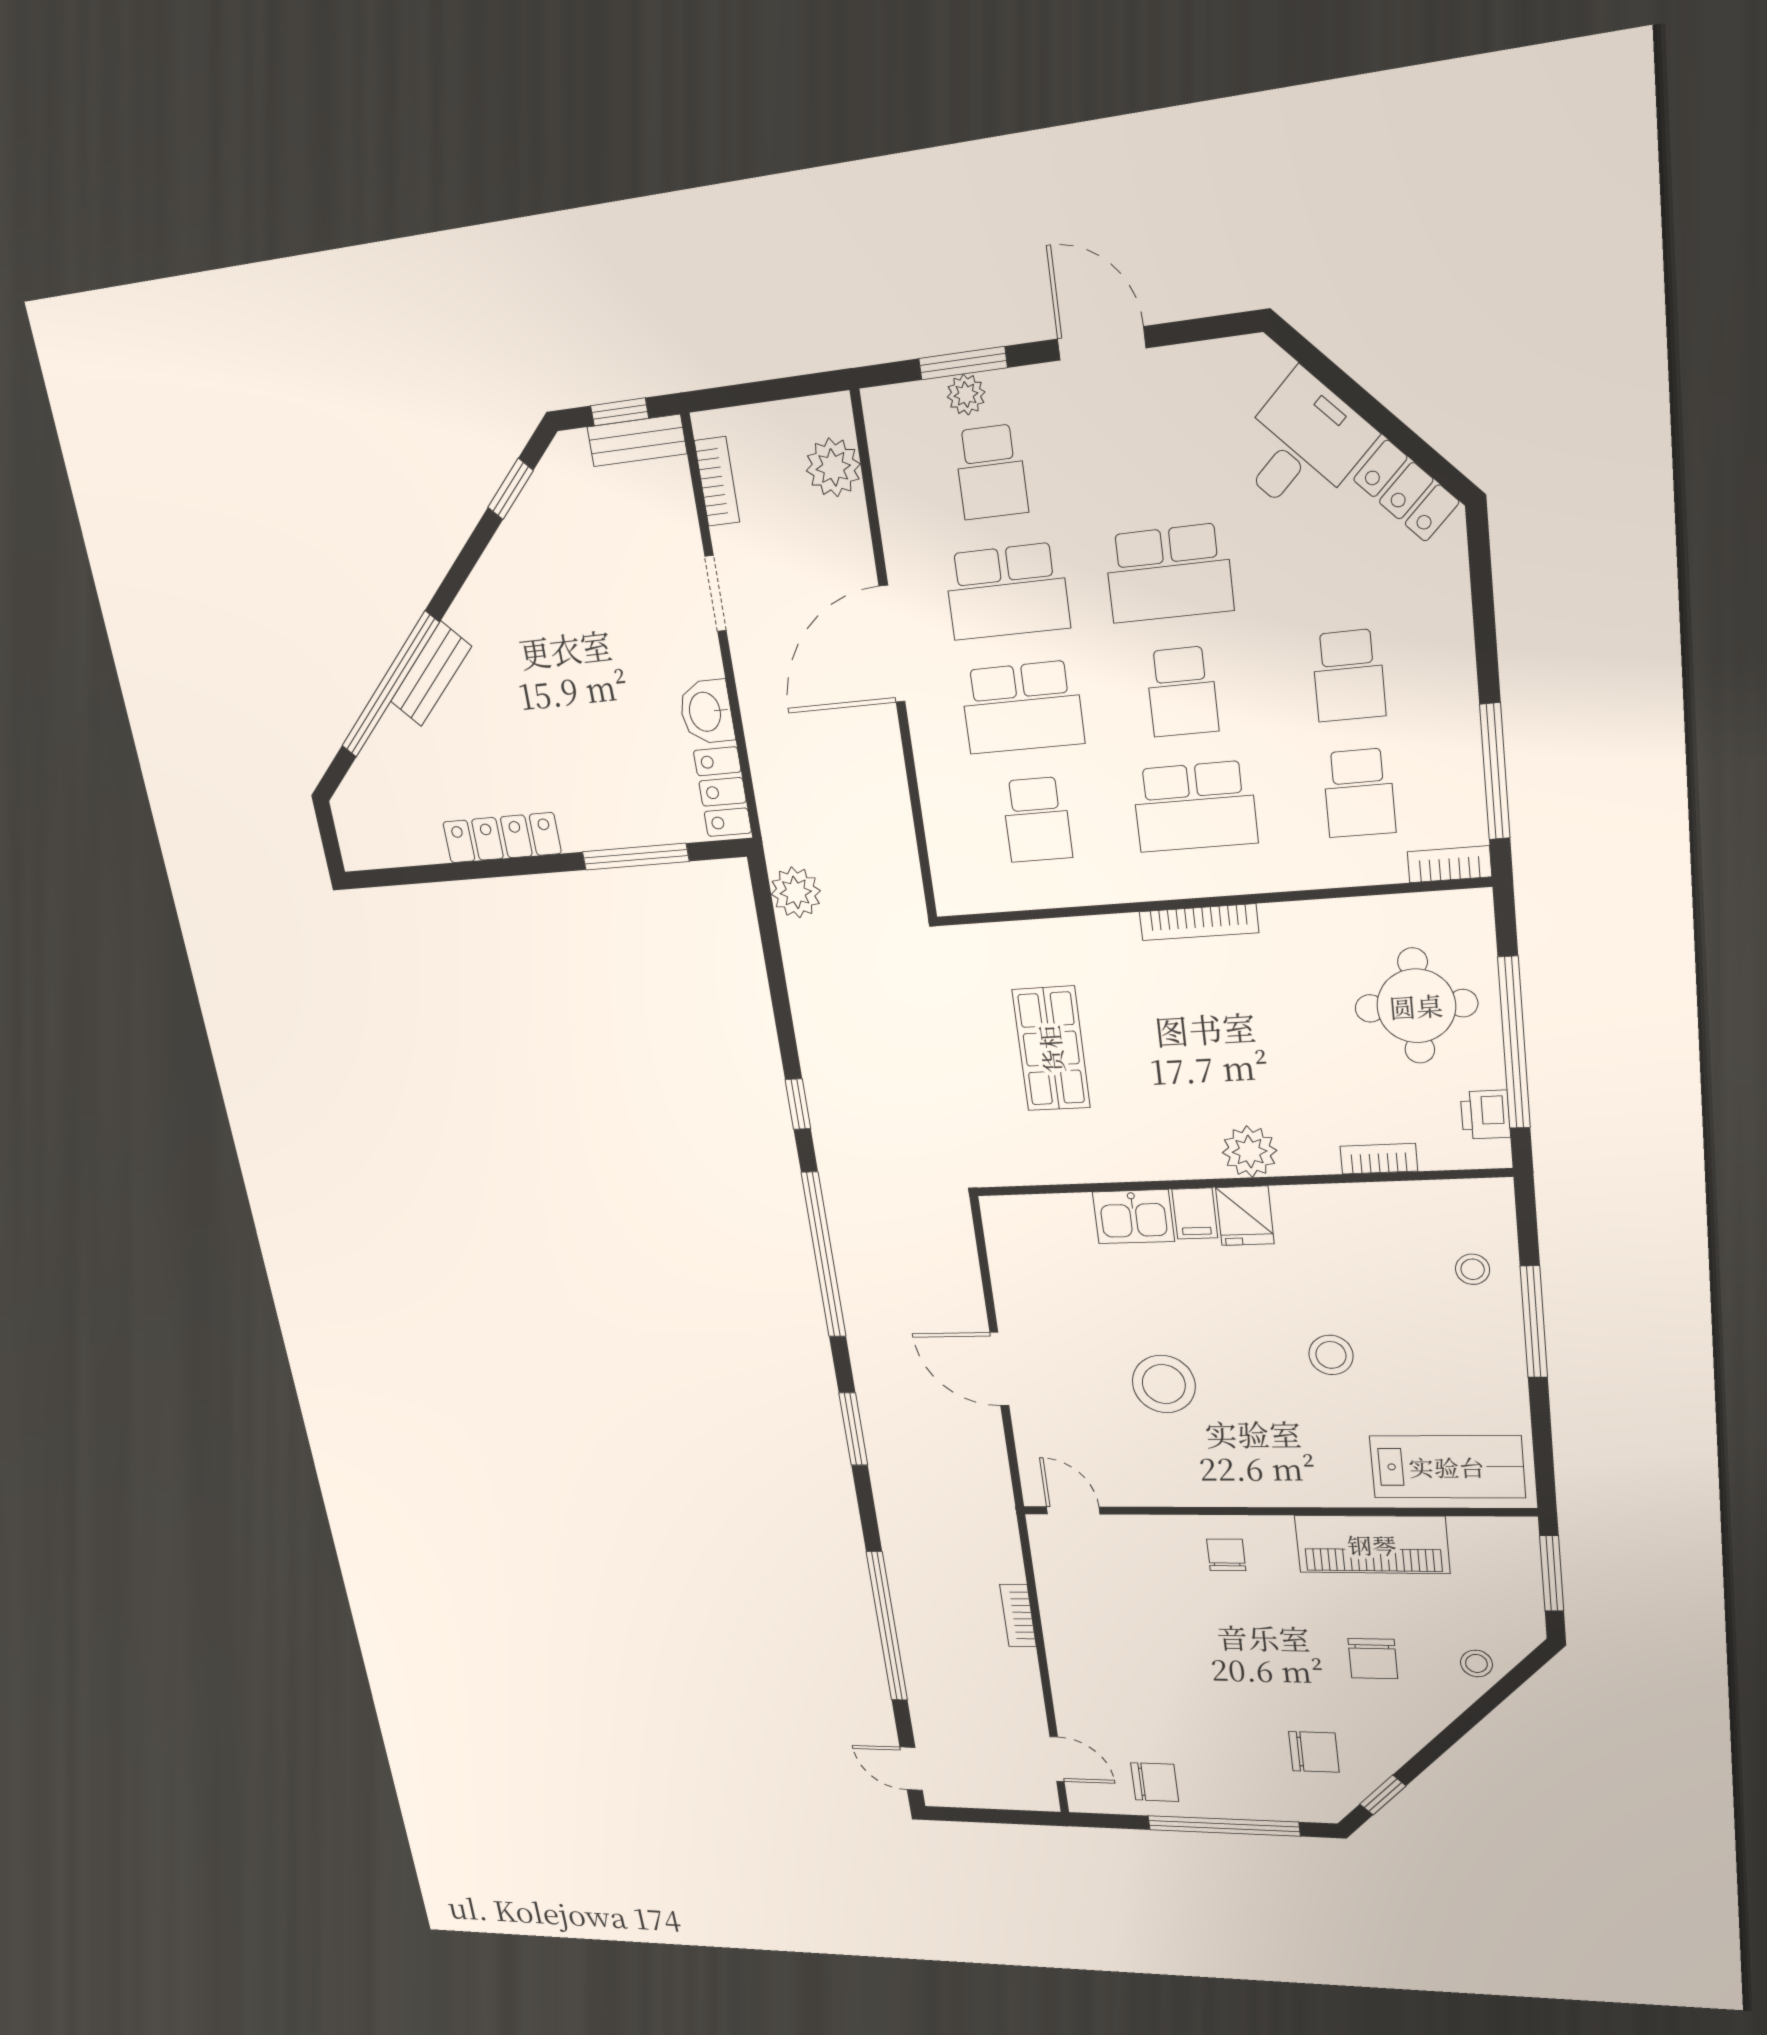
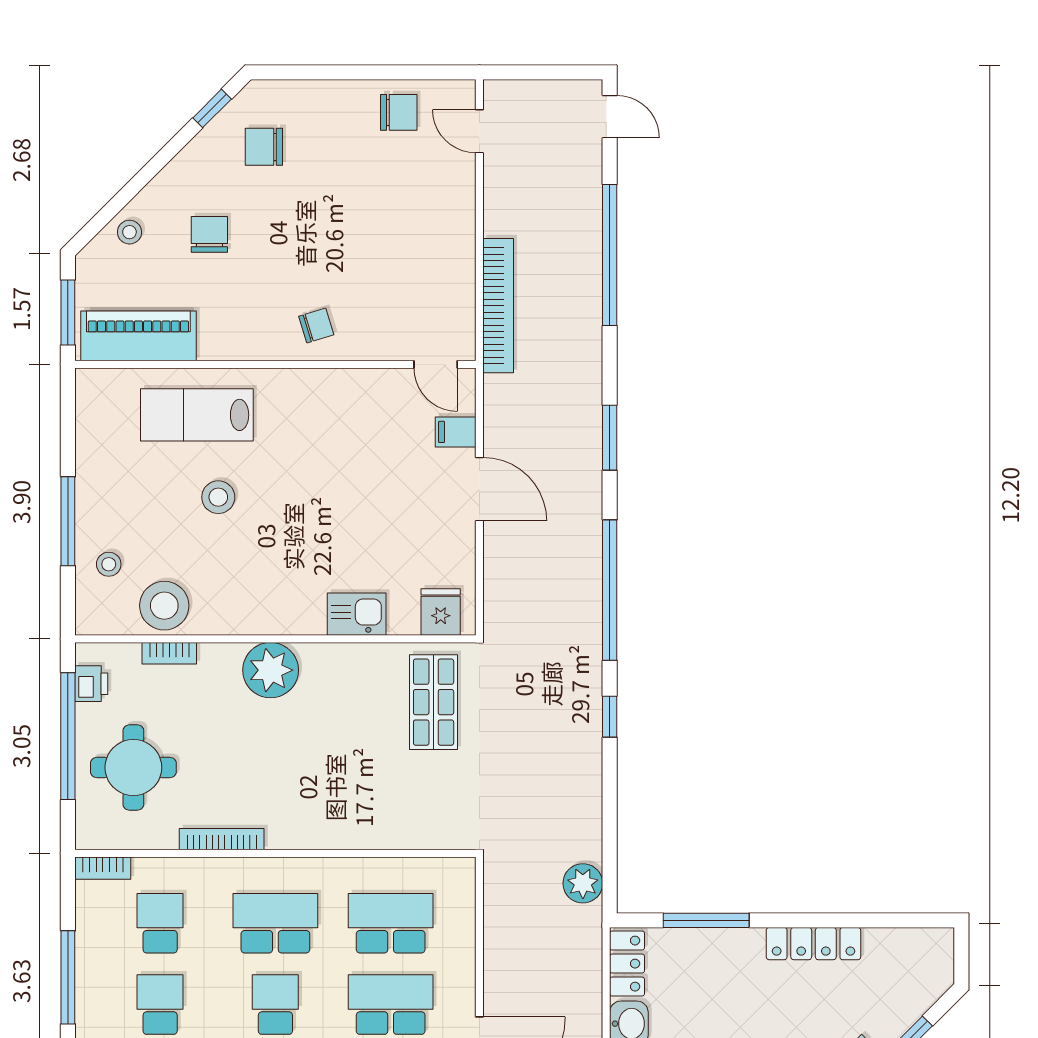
window: (1495, 771) -> (68, 977), moved
school desk: (1037, 820) -> (391, 923), width x1.85
bookcase: (1199, 922) -> (222, 839), moved
shop shelf: (1051, 1049) -> (434, 702), moved
plant: (1250, 1152) -> (271, 670), width x1.36, depth x1.36
filing cabinet: (1195, 1214) -> (456, 432), moved, turned -90
fridge: (1245, 1216) -> (441, 612), moved
stool: (1164, 1384) -> (164, 606), moved
lab bench: (1447, 1467) -> (197, 415), moved
piano: (1372, 1545) -> (138, 336), moved
chair: (1226, 1555) -> (316, 326), turned -107
bookcase: (1018, 1616) -> (498, 306), width x2.31, depth x1.31
chair: (1155, 1782) -> (399, 112), turned 180
window: (1224, 1826) -> (345, 72), removed

